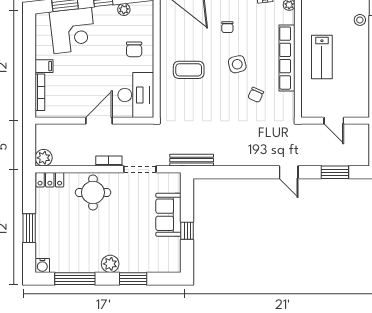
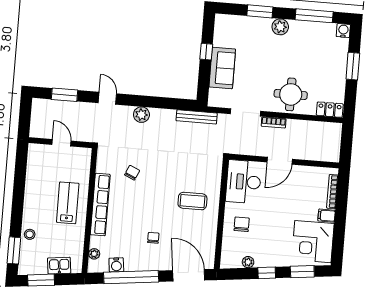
corner desk: (73, 30) -> (313, 242), moved, turned -83
side table: (237, 64) -> (147, 203), removed
plant: (44, 158) -> (141, 115), moved

